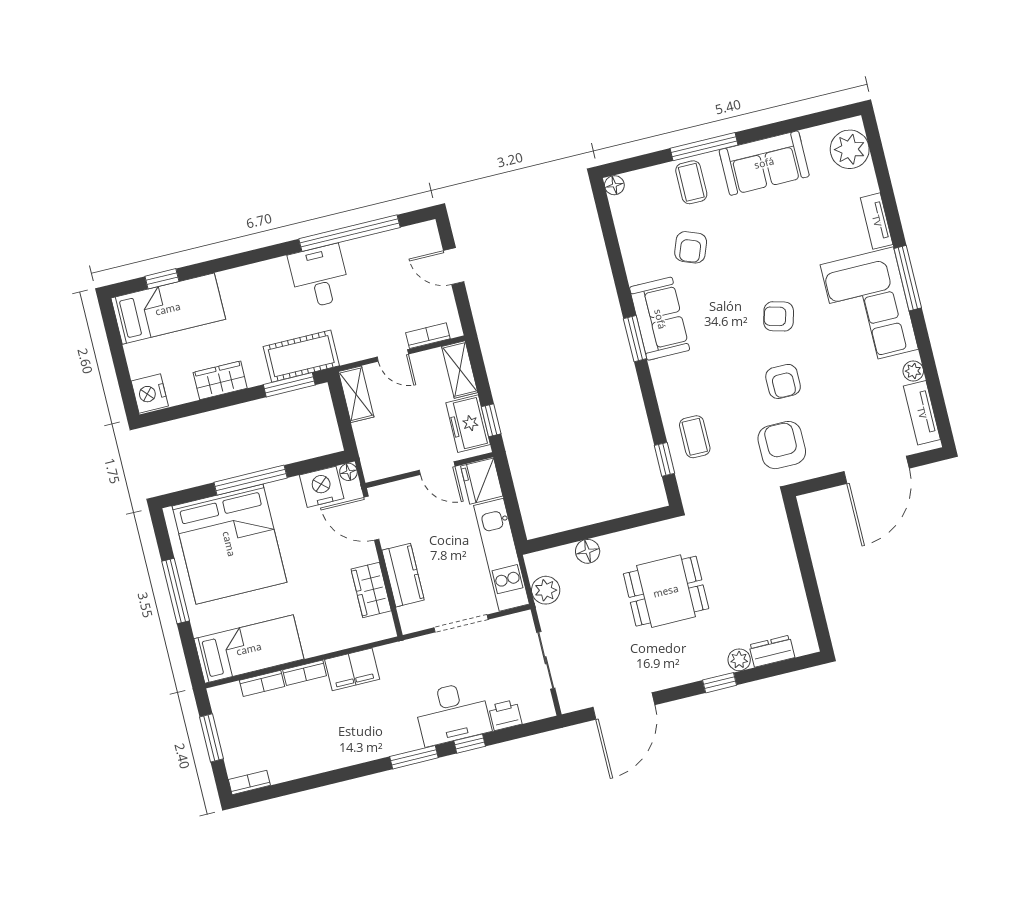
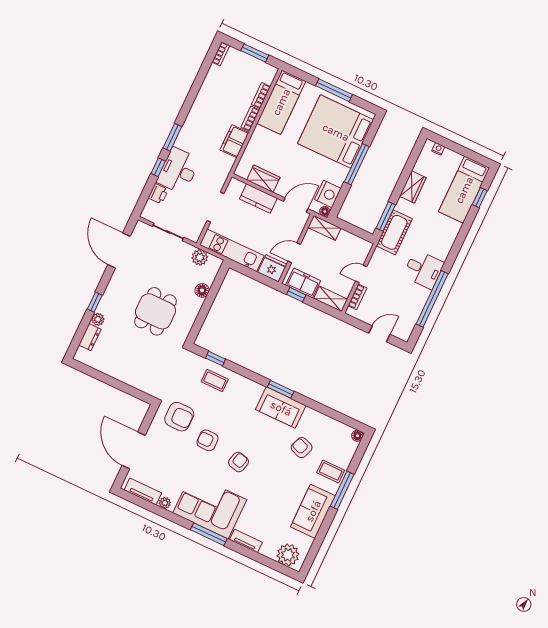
nightstand: (150, 393) -> (438, 149), width x0.53, depth x0.56
shelving: (356, 394) -> (325, 228), moved

